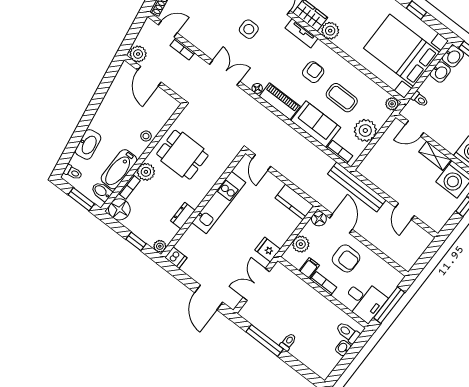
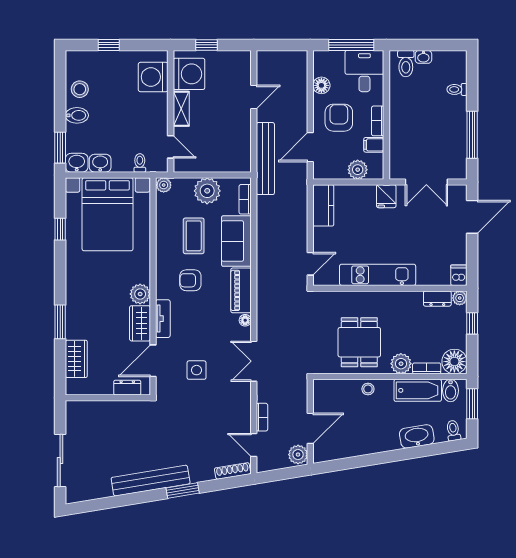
dresser: (183, 216) -> (437, 299), moved
floor lamp: (319, 219) -> (321, 85), moved
toilet: (288, 342) -> (457, 89), moved

